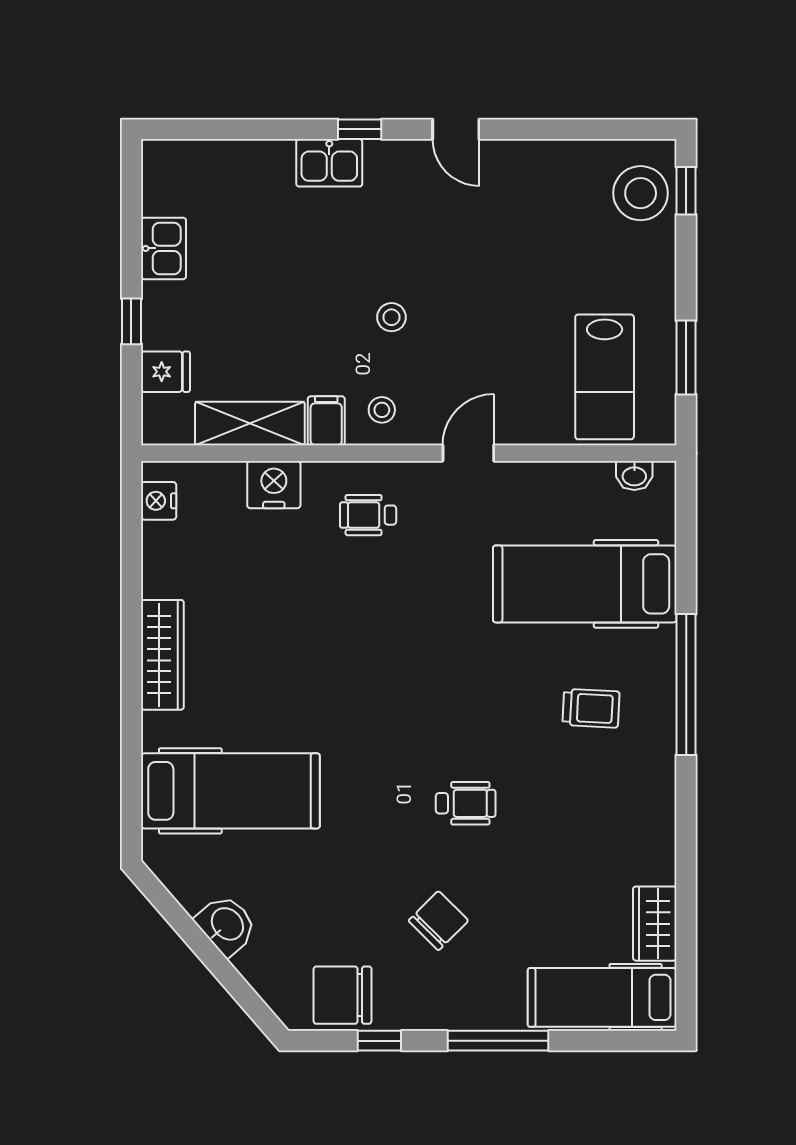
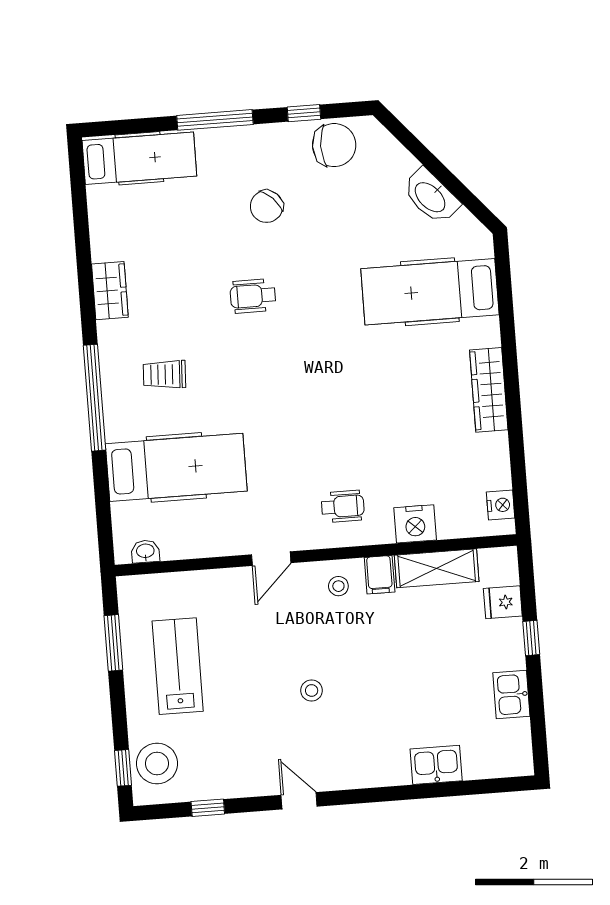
window: (360, 129) -> (208, 808), moved
kitchen sink: (329, 163) -> (436, 765), moved
stool: (391, 317) -> (312, 690), moved
lab bench: (605, 377) -> (178, 666), moved
wardrobe: (655, 924) -> (110, 291), moved
washbasin: (226, 925) -> (431, 197), width x1.38

